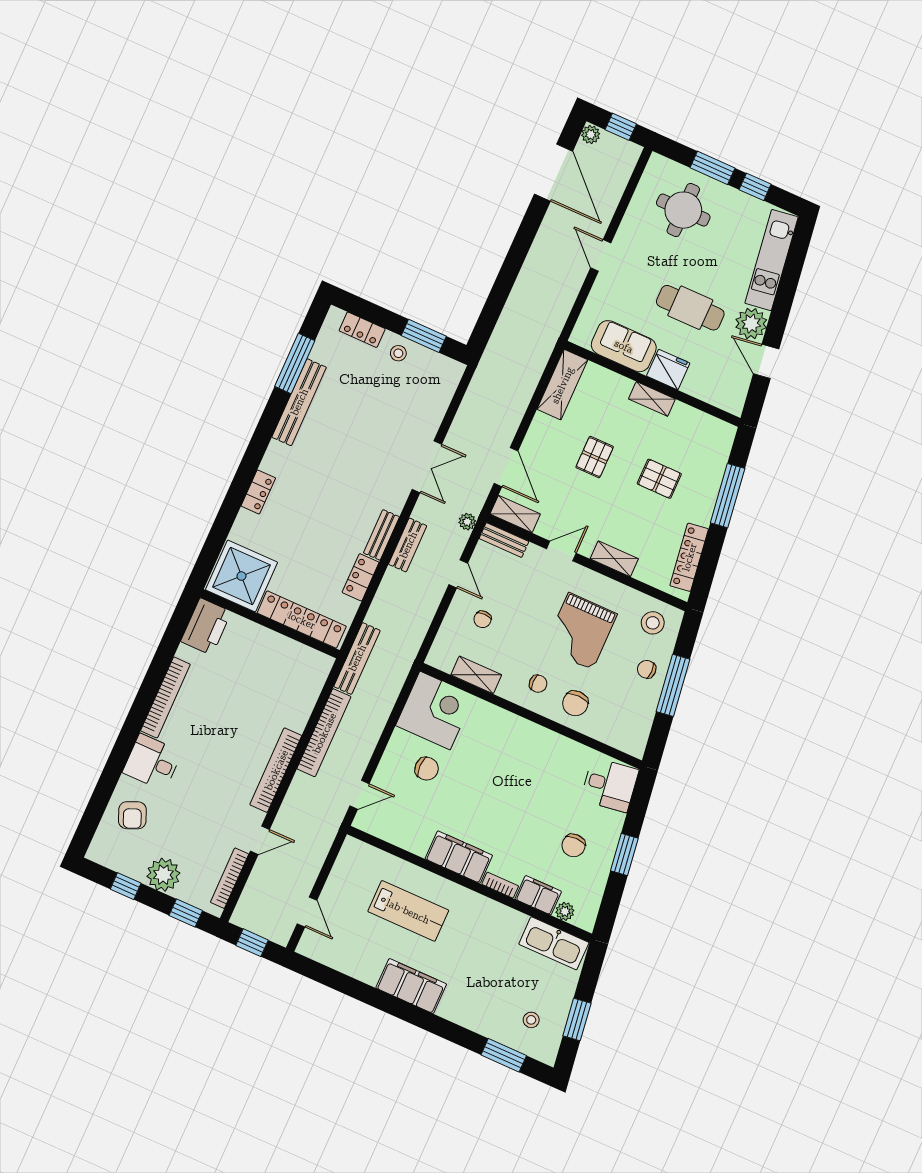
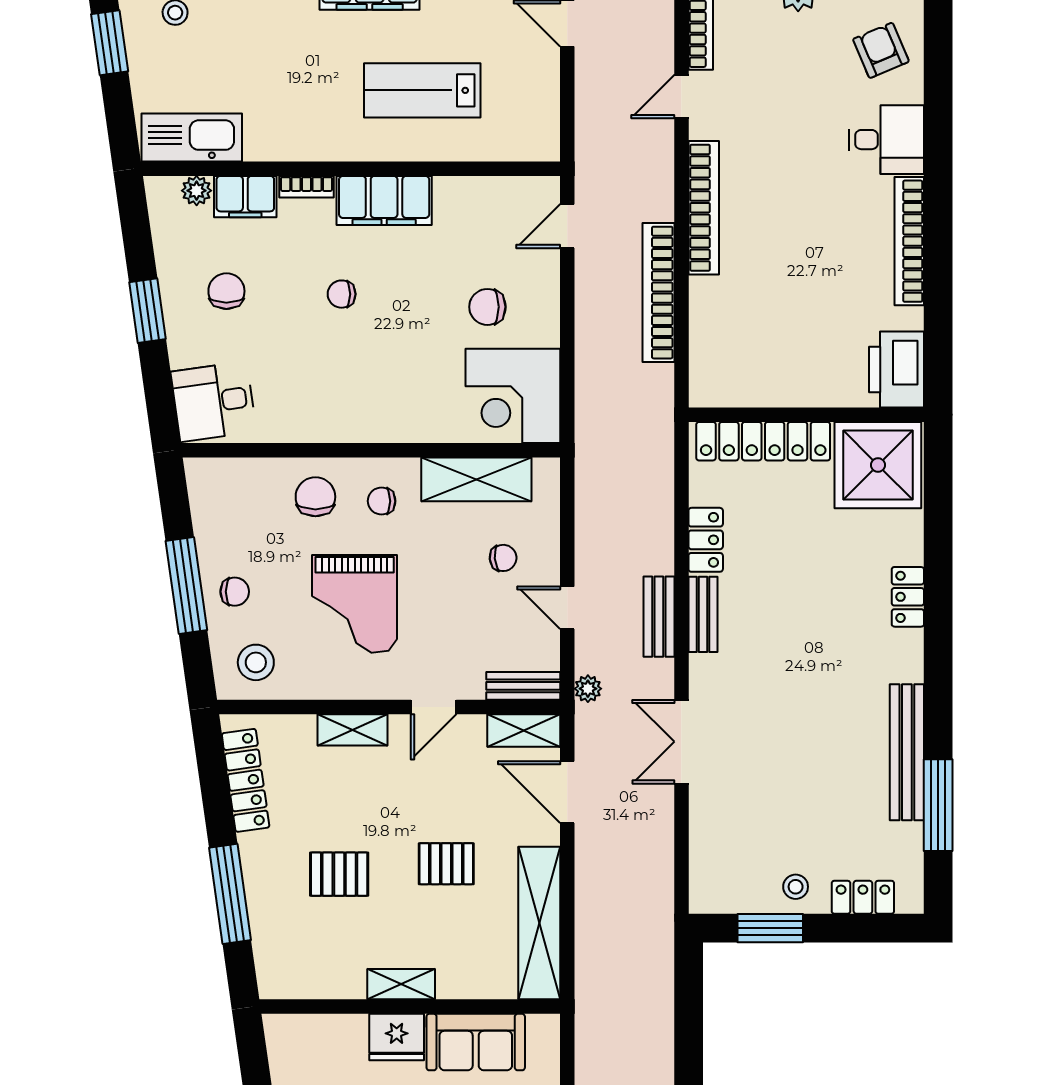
shelving: (562, 385) -> (539, 923), width x1.47
pallet: (595, 457) -> (446, 864), turned 90
chair: (483, 619) -> (503, 558), turned 85
grand piano: (580, 631) -> (355, 604), turned 180
bench: (357, 658) -> (659, 421), removed
shelving: (476, 675) -> (476, 479), width x1.50, depth x1.33
chair: (508, 814) -> (342, 294), added

